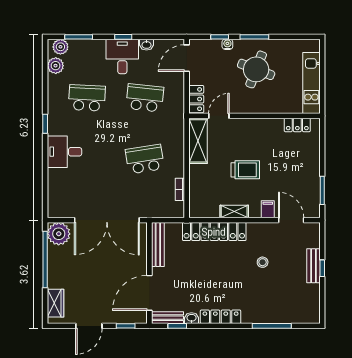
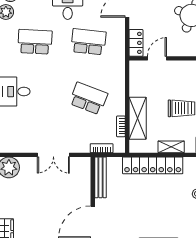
shelving: (198, 141) -> (138, 118), moved
school desk: (145, 159) -> (88, 98), turned 30
bookcase: (159, 213) -> (102, 148), added
double door: (107, 220) -> (53, 155), width x0.54

